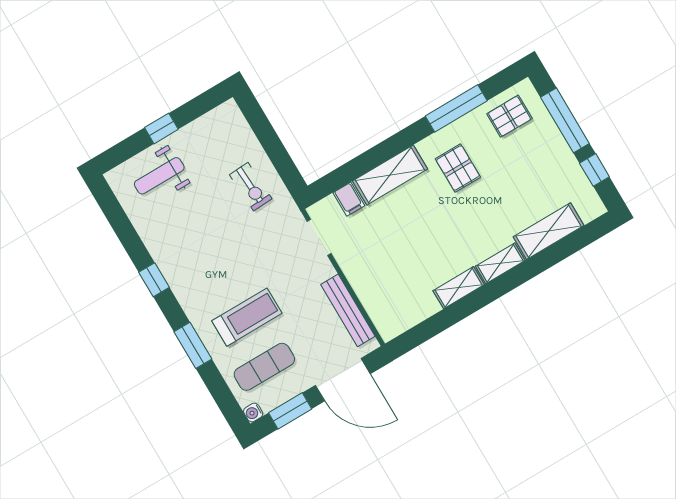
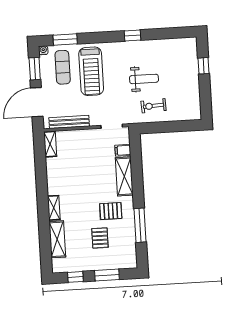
pallet: (509, 116) -> (100, 238), moved
window: (565, 120) -> (107, 275), width x0.69
window: (161, 128) -> (204, 66), moved
weight bench: (159, 176) -> (144, 79), moved, turned 90
shelving: (459, 288) -> (50, 144), moved
treadmill: (247, 317) -> (91, 71), width x1.37, depth x1.38
window: (193, 345) -> (65, 39), moved

